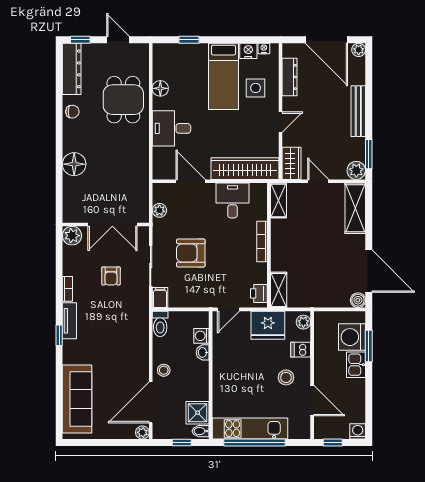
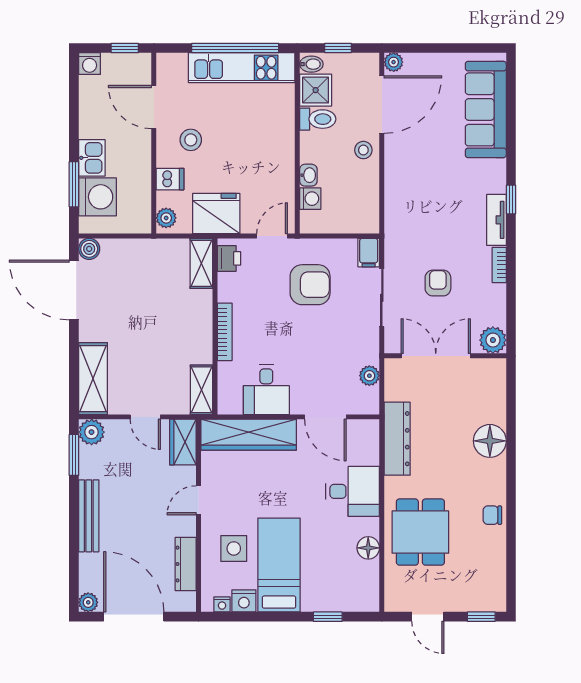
dresser: (72, 69) -> (397, 439), moved, turned 180
armchair: (191, 253) -> (310, 285), moved
toilet: (160, 324) -> (318, 119), moved, turned 90

